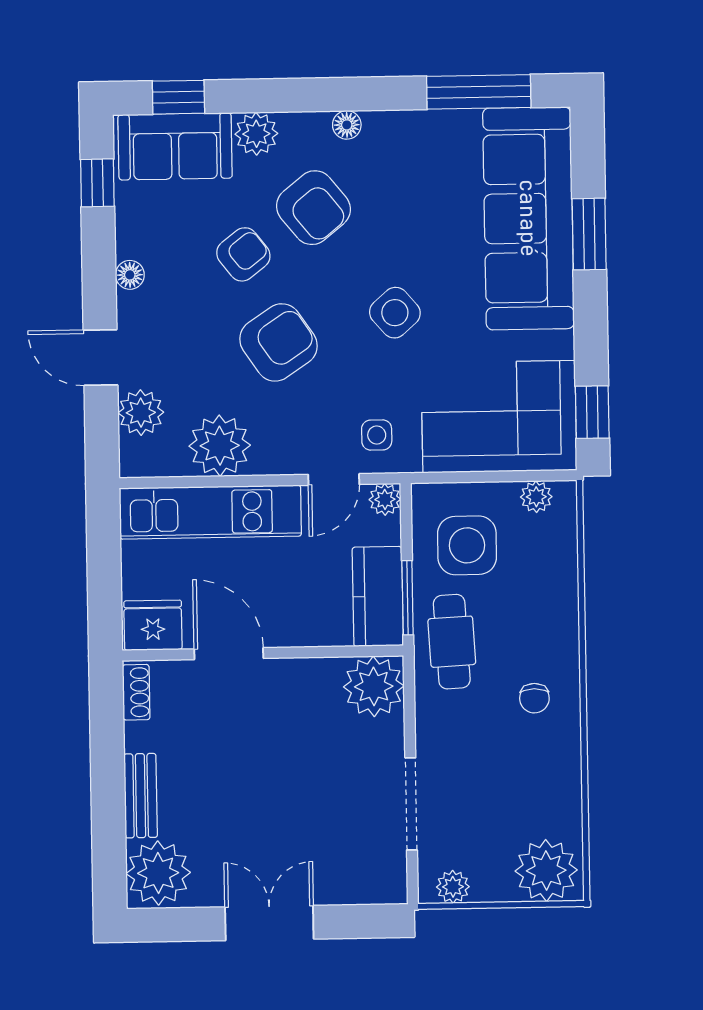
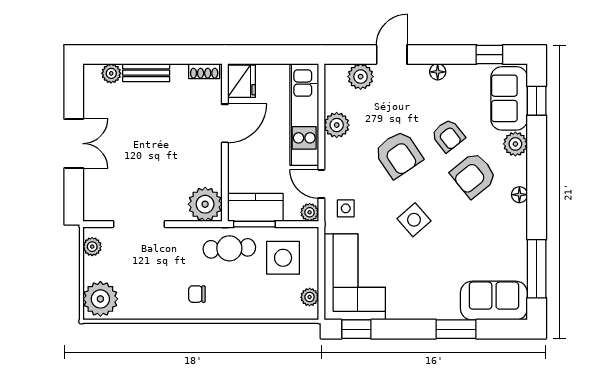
sofa: (528, 218) -> (494, 301), width x0.54, depth x0.79
plant: (220, 446) -> (337, 125), width x0.73, depth x0.73
plant: (158, 873) -> (111, 73), width x0.53, depth x0.53

